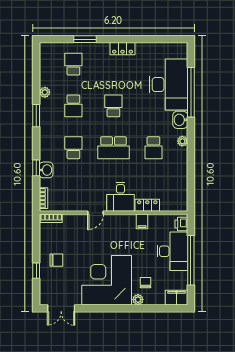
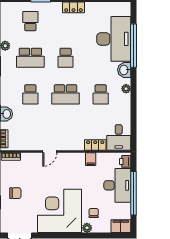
school desk: (73, 106) -> (30, 58), width x1.85
school desk: (113, 106) -> (66, 58), turned 180
school desk: (73, 148) -> (30, 94), turned 180
desk: (121, 197) -> (119, 137), moved

